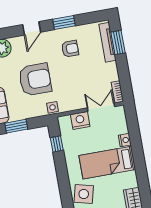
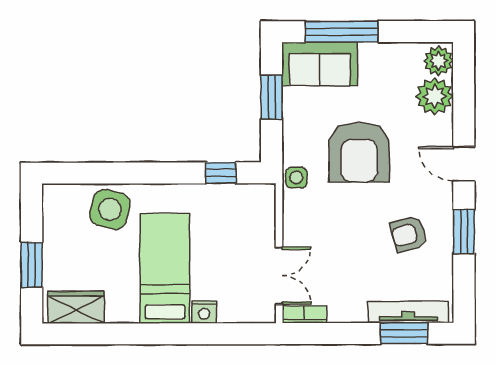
armchair: (70, 49) -> (409, 234), turned 75
nightstand: (80, 120) -> (260, 229), removed

